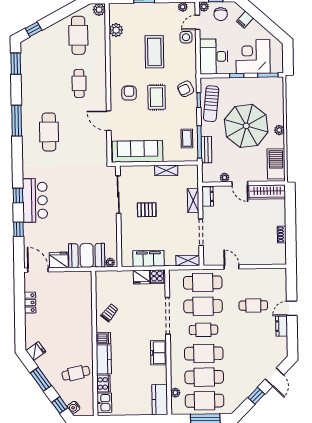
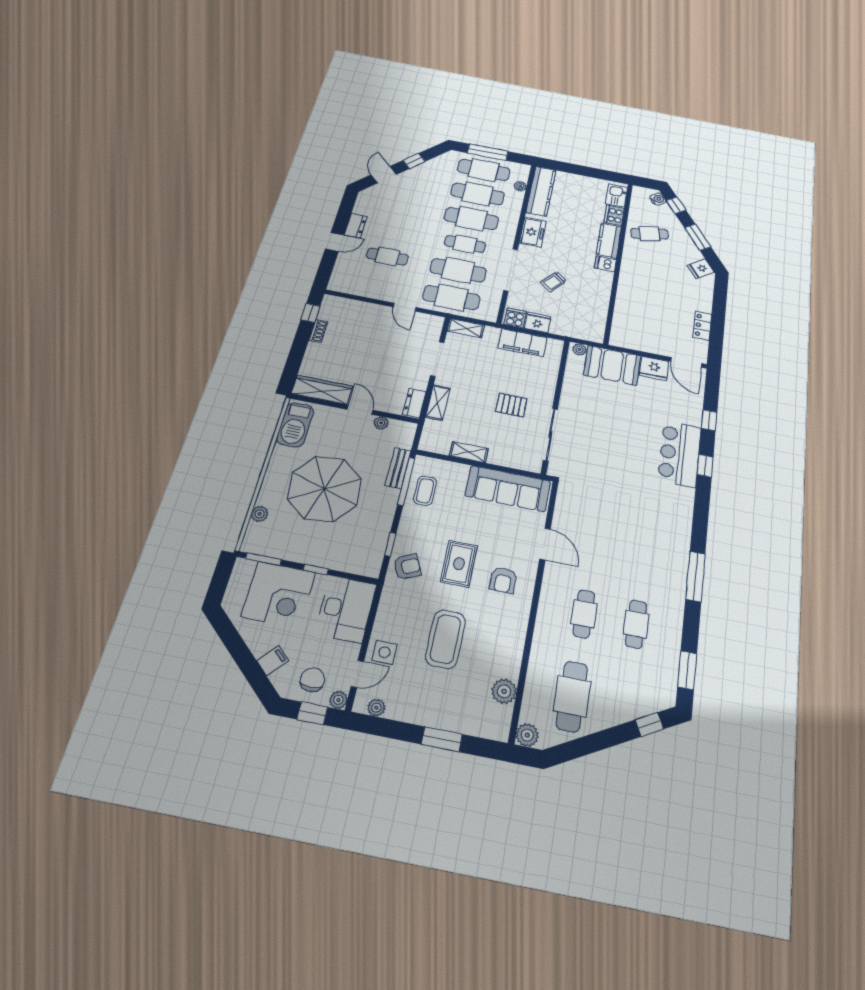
sun lounger: (211, 104) -> (372, 534), removed
plant: (279, 130) -> (260, 514), moved
cafe table: (49, 132) -> (636, 624), moved, width x0.73, depth x0.74
window: (291, 247) -> (311, 313), added
trolley: (110, 313) -> (554, 282), moved
kitchen counter: (160, 400) -> (541, 191), width x1.50

